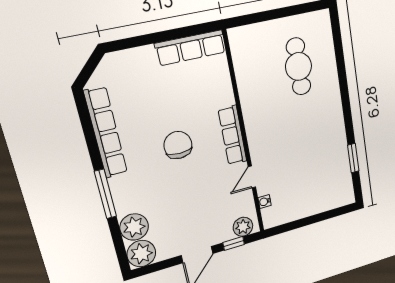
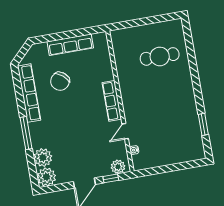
row of seats: (191, 48) -> (70, 45), moved
cafe table: (299, 67) -> (160, 56), turned 90
chair: (178, 145) -> (60, 81), moved, turned -141

